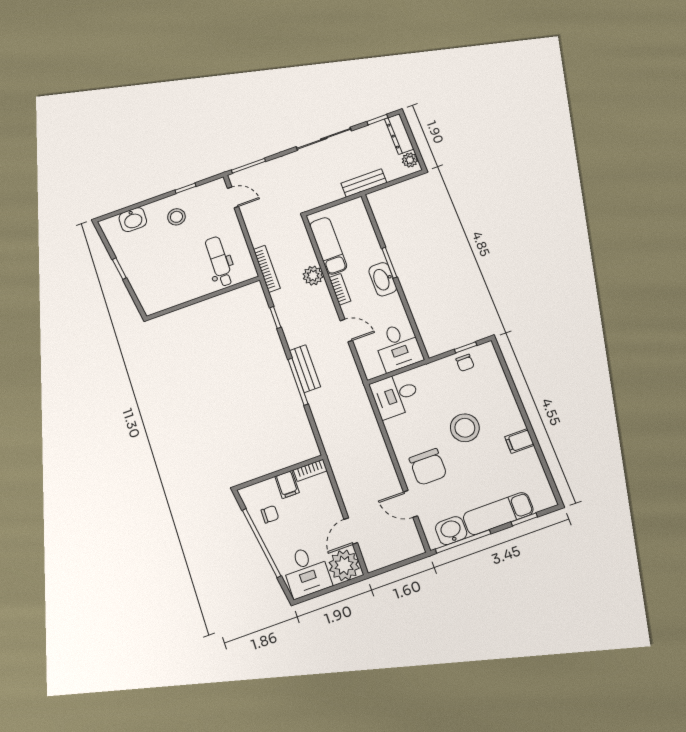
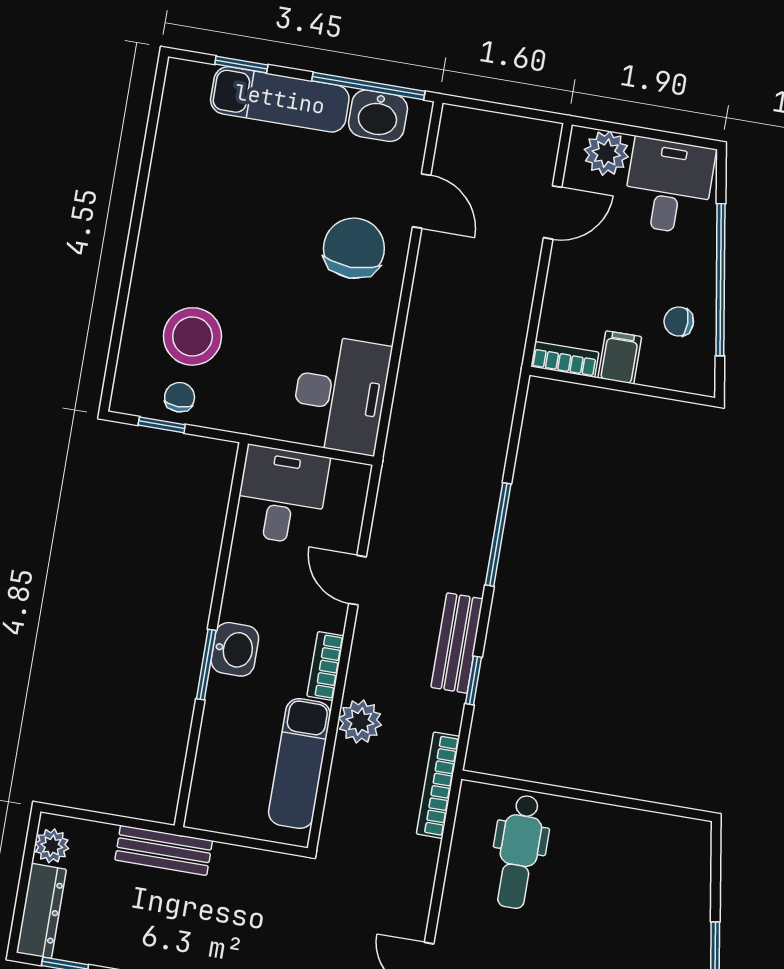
washbasin: (383, 279) -> (235, 649), width x0.72
bench: (305, 369) -> (457, 643), moved
desk: (395, 395) -> (340, 394), width x1.37
stool: (465, 428) -> (192, 336), moved
filing cabinet: (519, 441) -> (168, 203), removed
plant: (344, 565) -> (606, 153), width x0.73, depth x0.73

